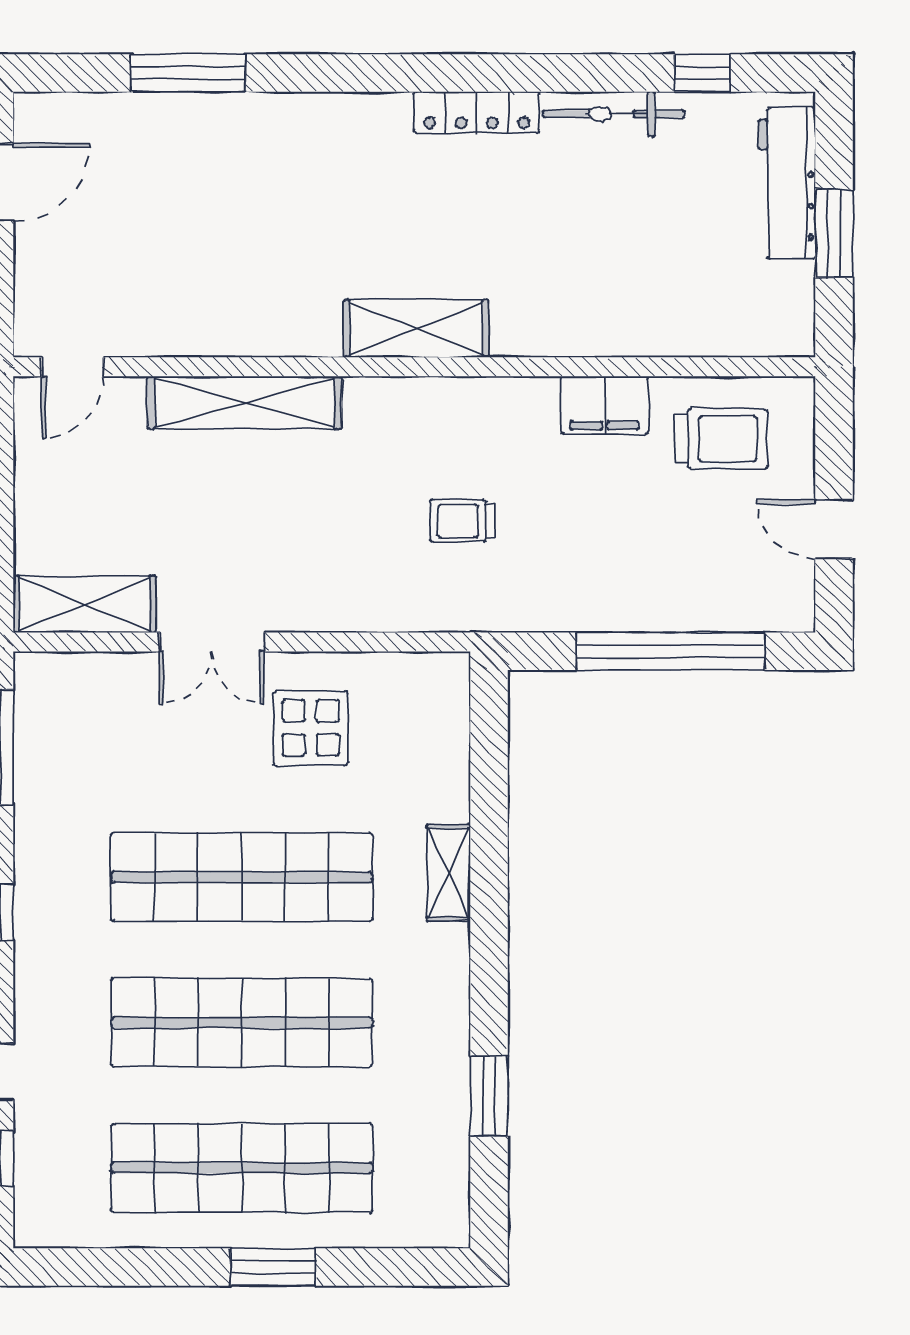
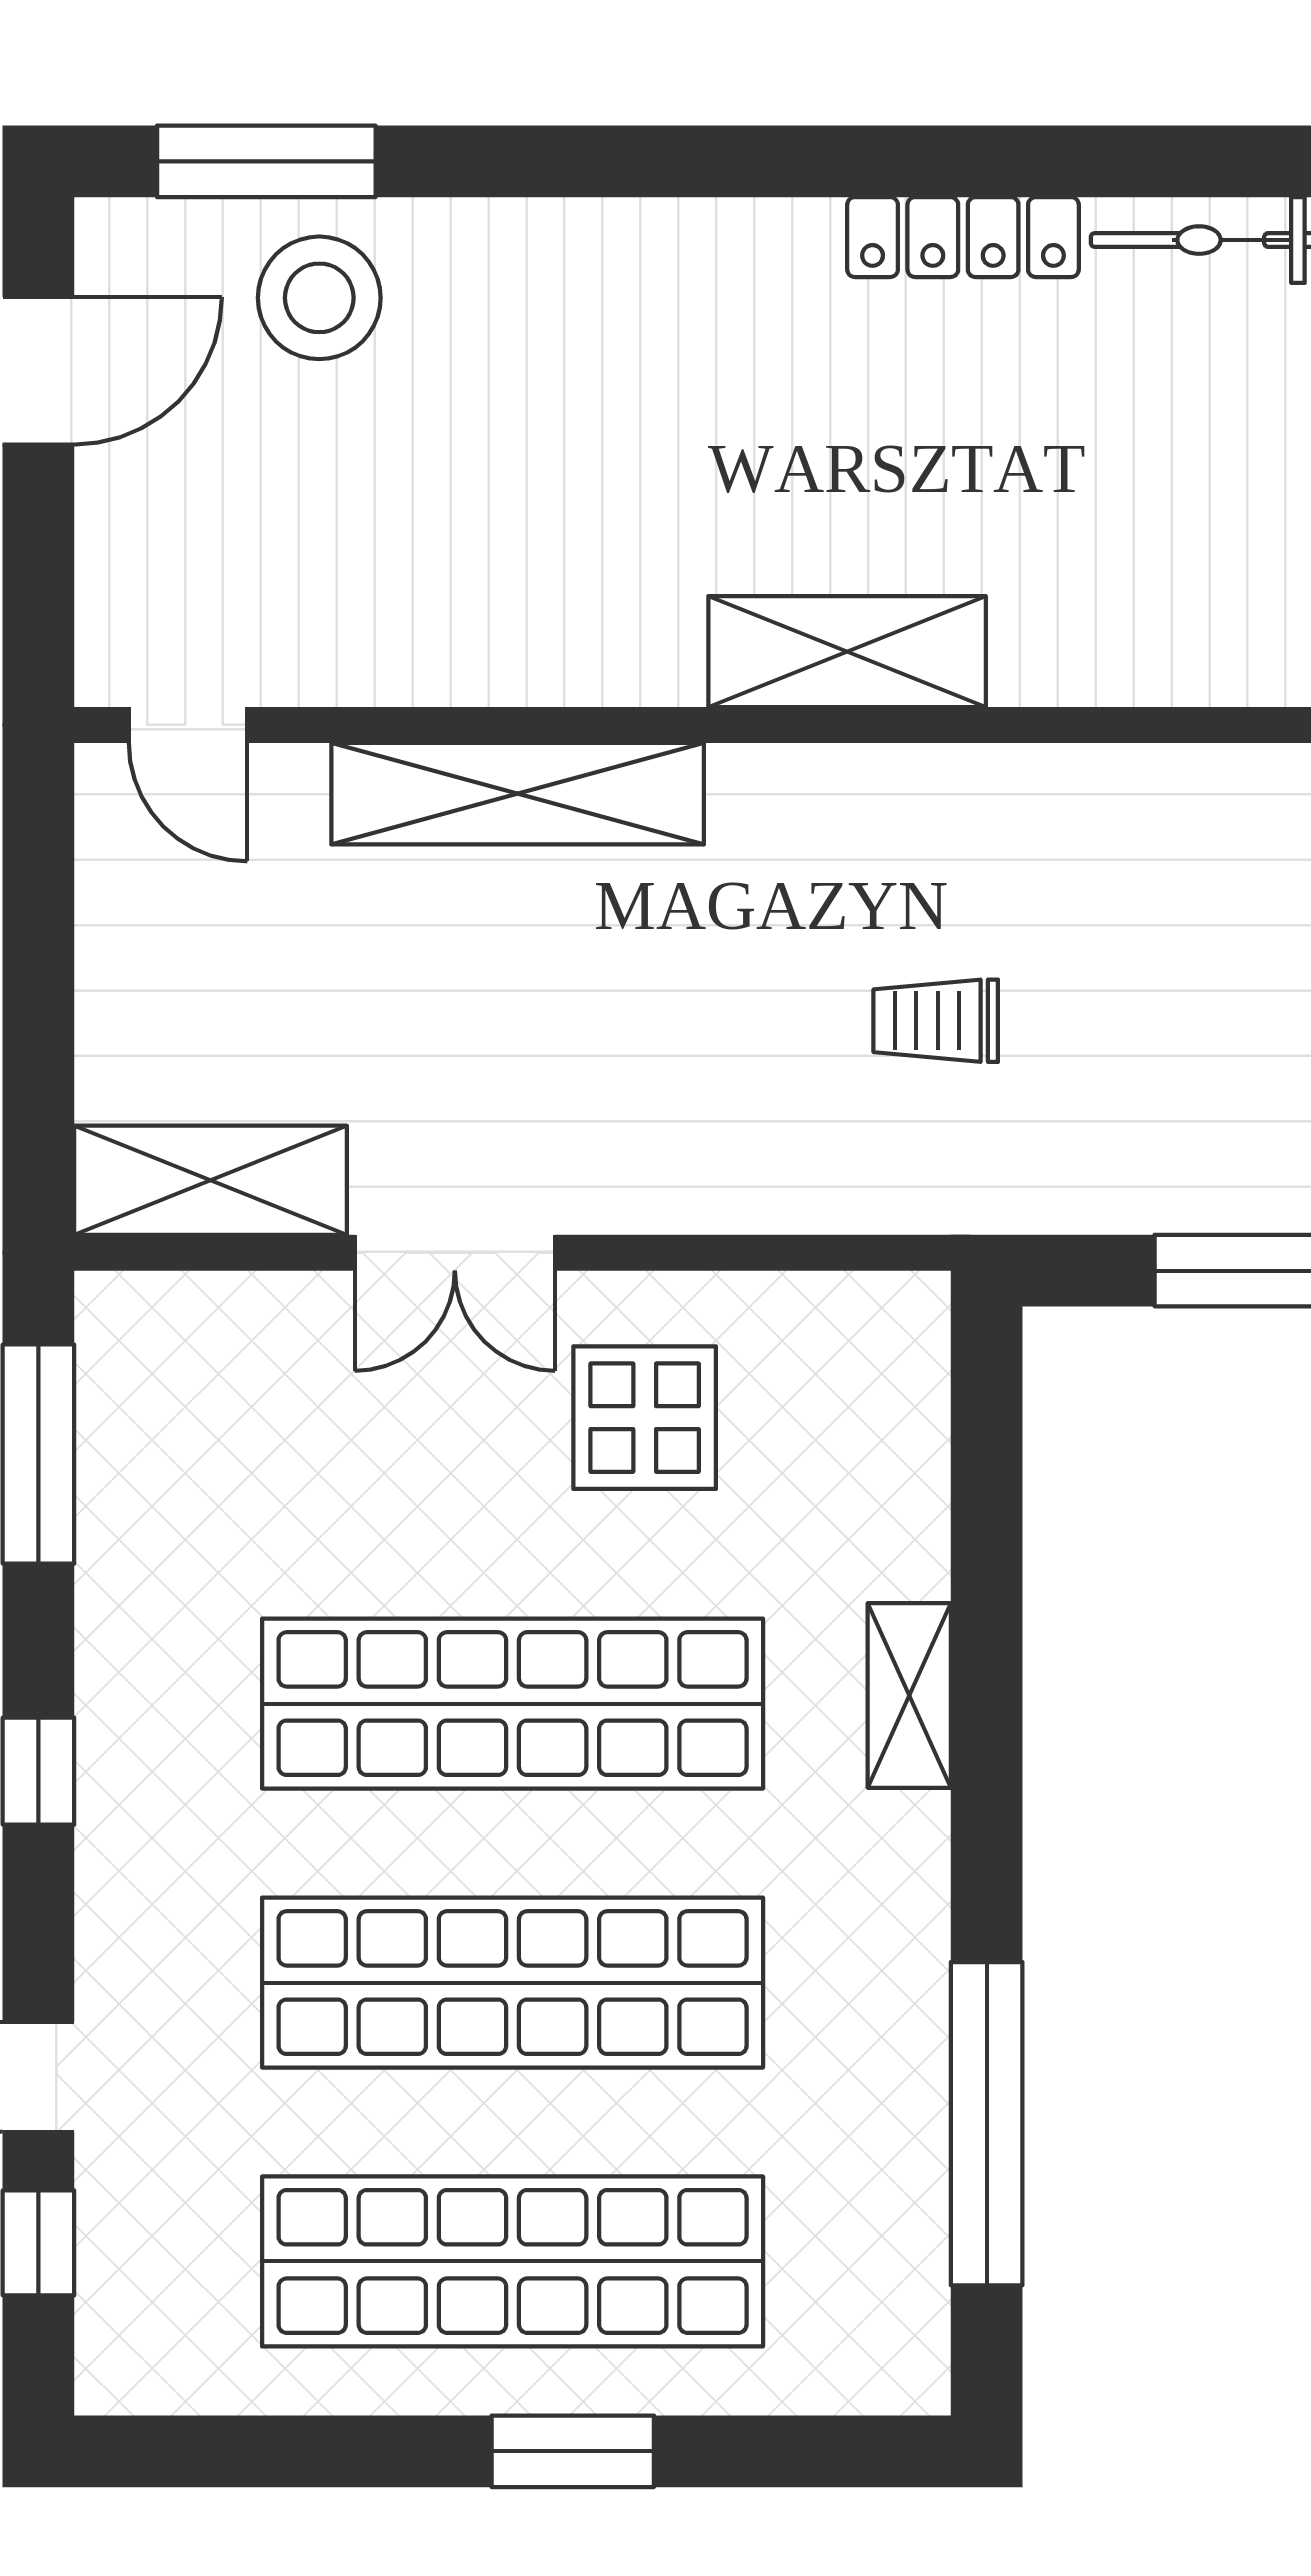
window: (188, 73) -> (266, 161), moved
stool: (141, 144) -> (319, 298), added
door: (72, 367) -> (188, 725), hinge flipped
filing cabinet: (605, 405) -> (1209, 799), removed
window: (489, 1096) -> (987, 2124), width x2.11

